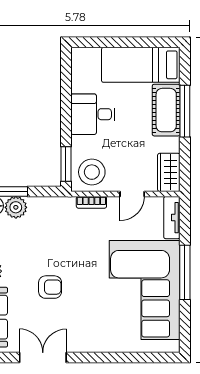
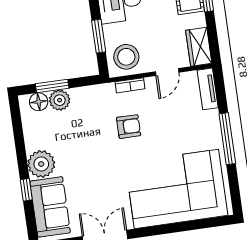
window: (66, 164) -> (99, 36), moved
armchair: (50, 287) -> (129, 127), moved
corner sofa: (145, 290) -> (176, 189), moved, turned 90

